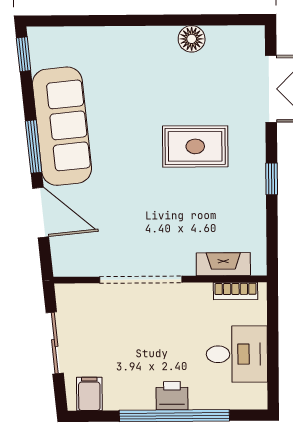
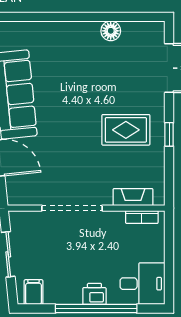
rug: (195, 146) -> (126, 130), moved
desk: (237, 354) -> (142, 284), moved

